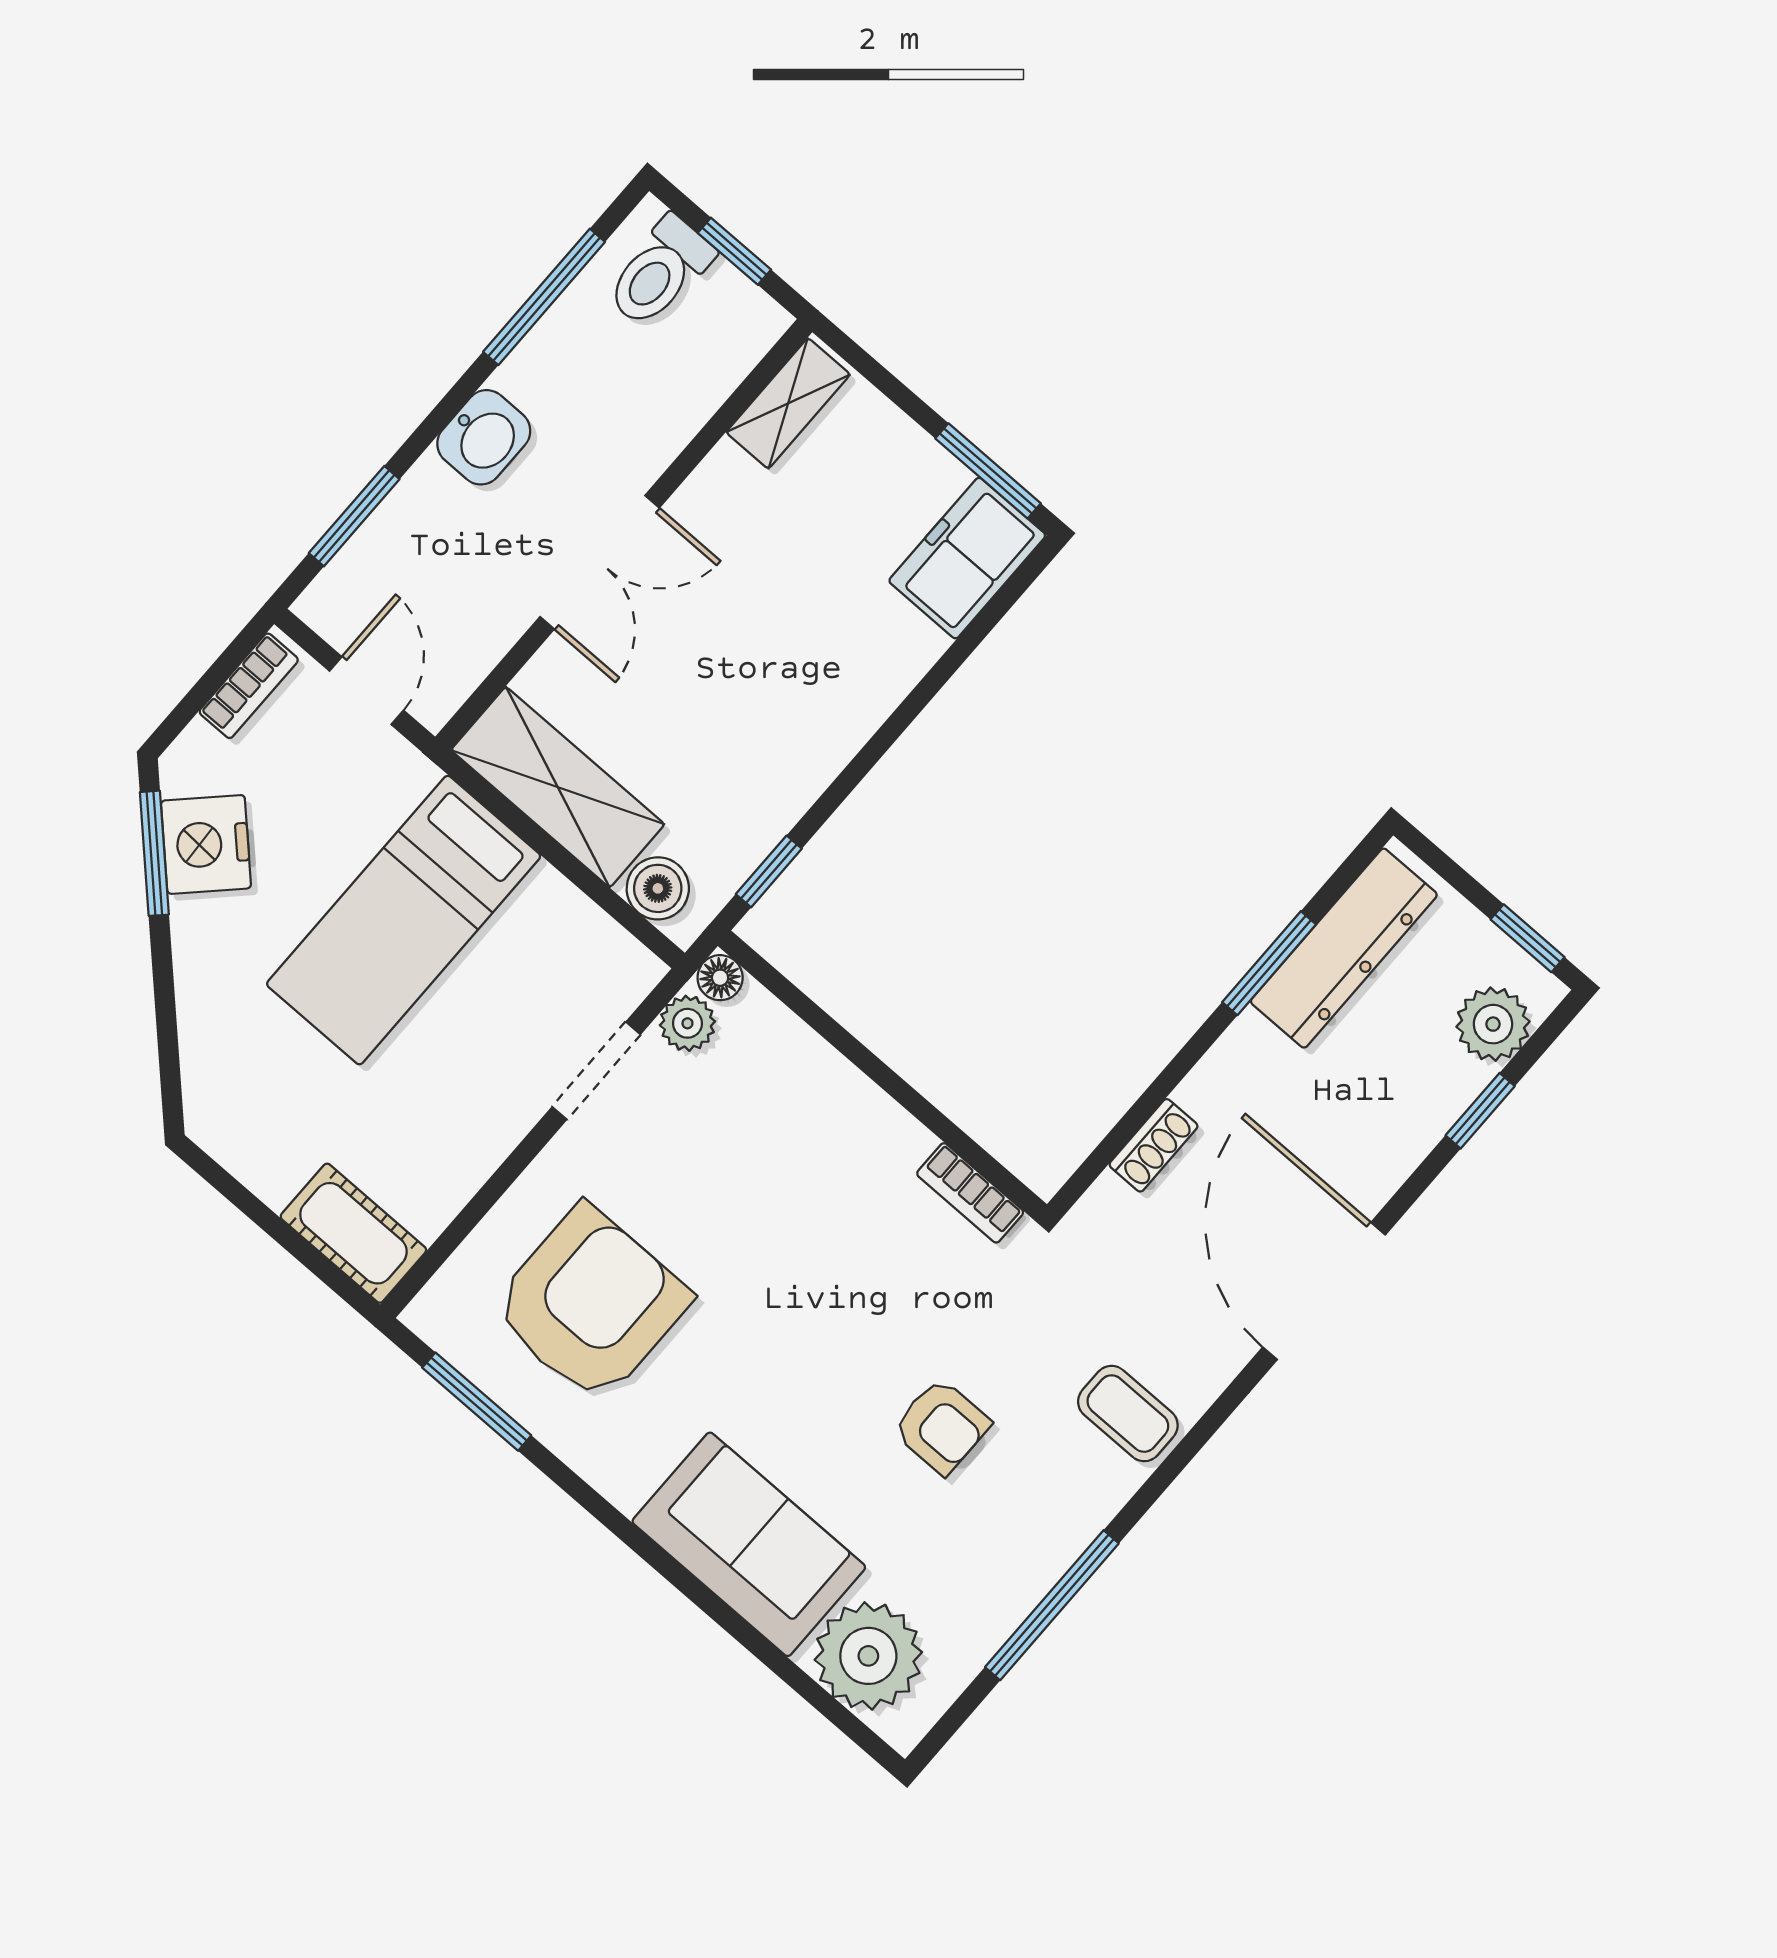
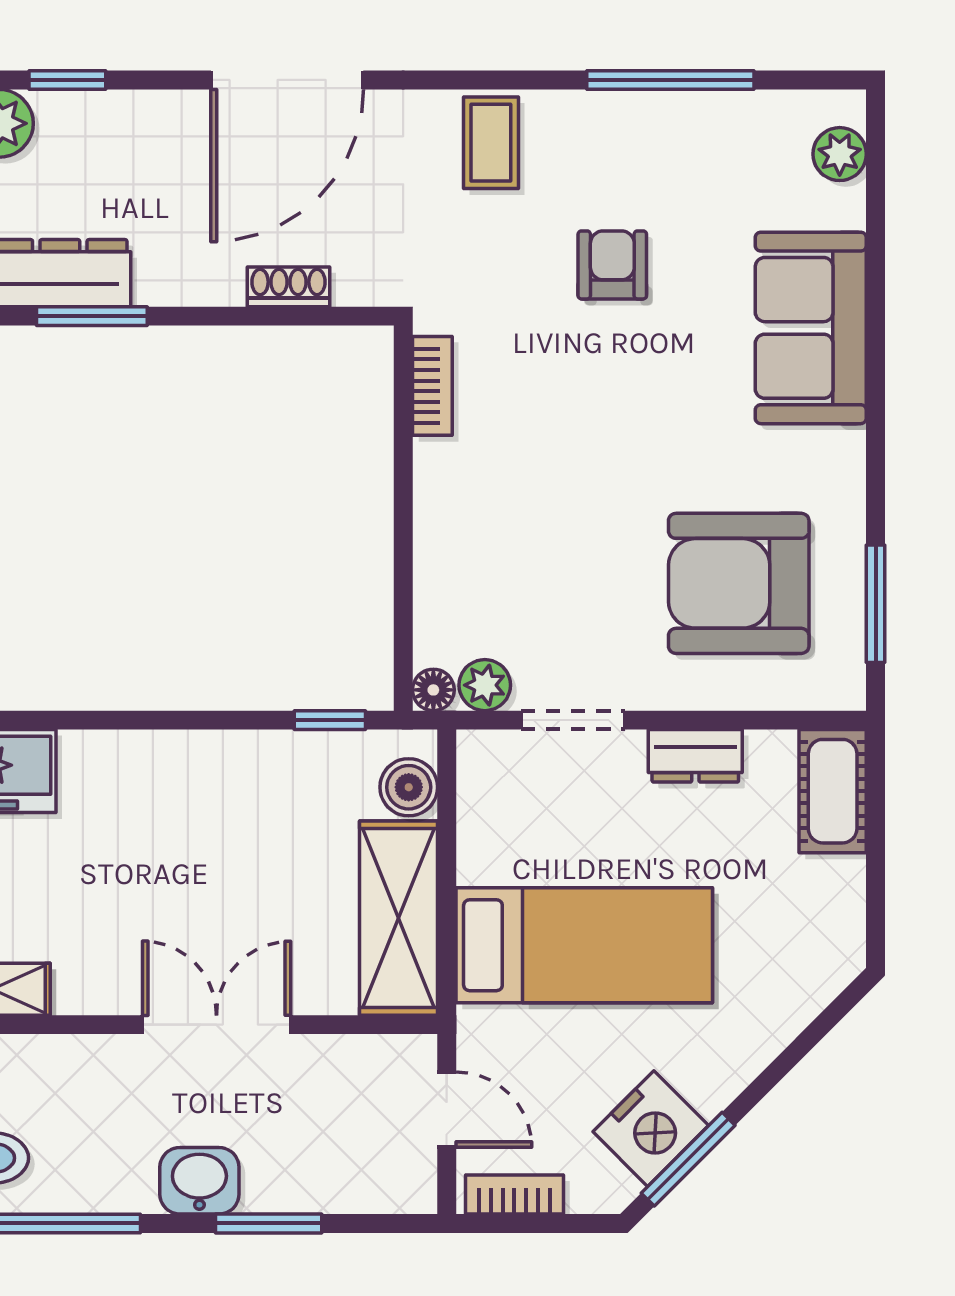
window: (354, 516) -> (269, 1223), moved
door: (366, 691) -> (447, 1110), swing flipped
dresser: (480, 1146) -> (695, 756), added
plant: (868, 1656) -> (840, 154), width x0.53, depth x0.53

